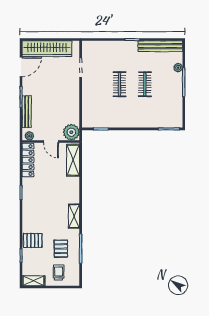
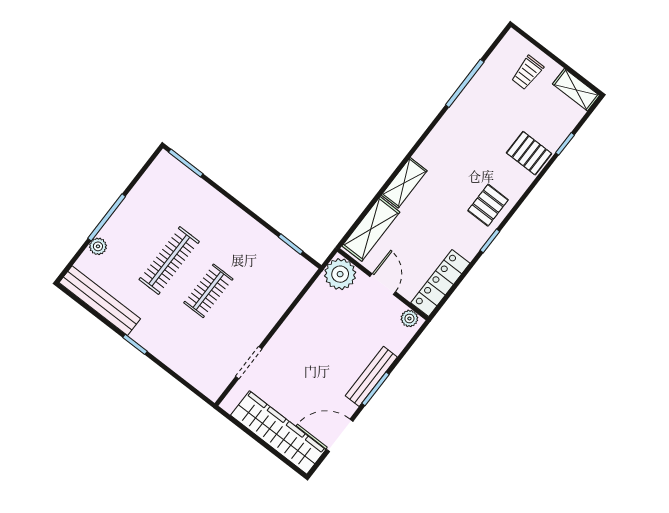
clothes rail: (145, 84) -> (169, 261), width x1.36
bench: (27, 112) -> (371, 376), moved
shelving: (74, 216) -> (404, 183), moved
pallet: (61, 249) -> (488, 205), moved

